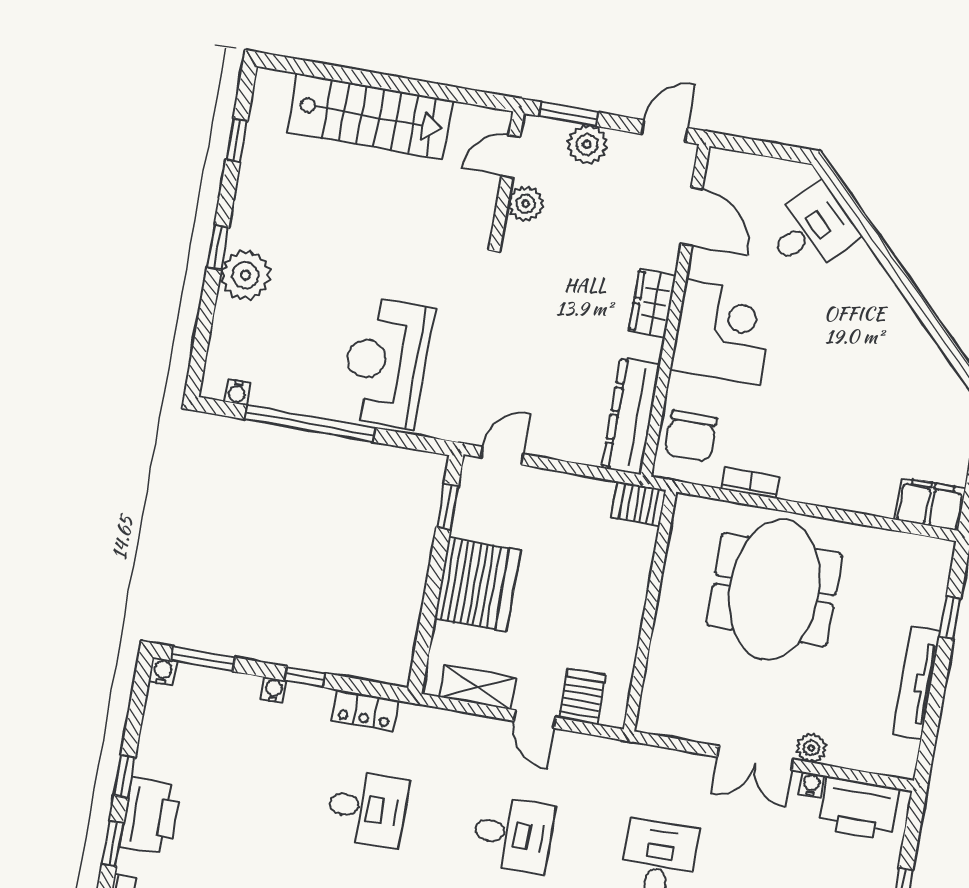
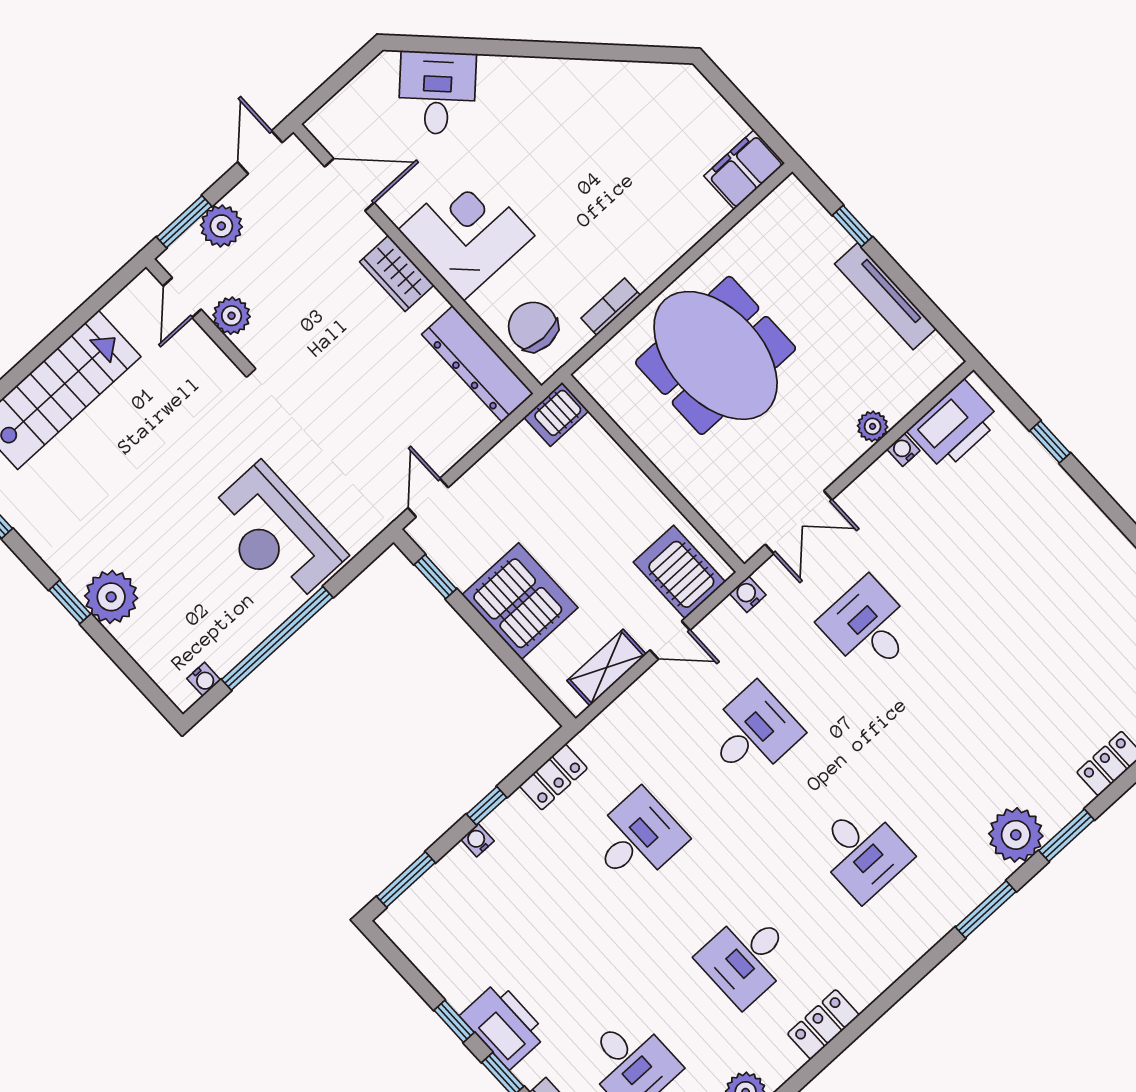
chair: (691, 436) -> (533, 327), turned 180
water cooler: (163, 671) -> (748, 594), moved
server rack: (582, 697) -> (679, 572), width x1.36, depth x1.44
double door: (756, 758) -> (799, 522), moved

